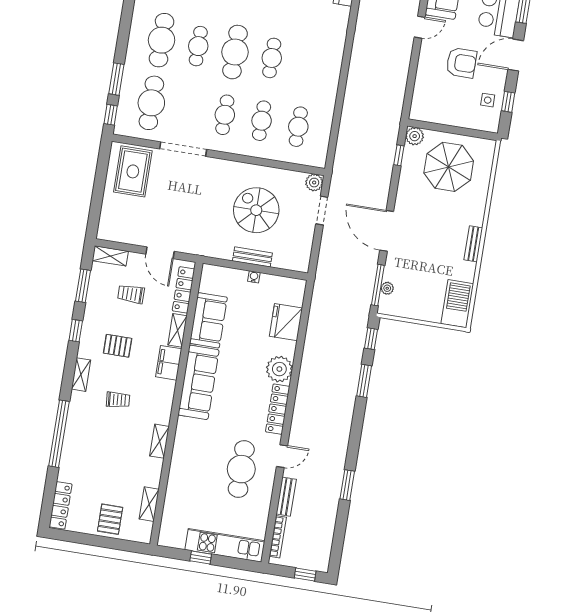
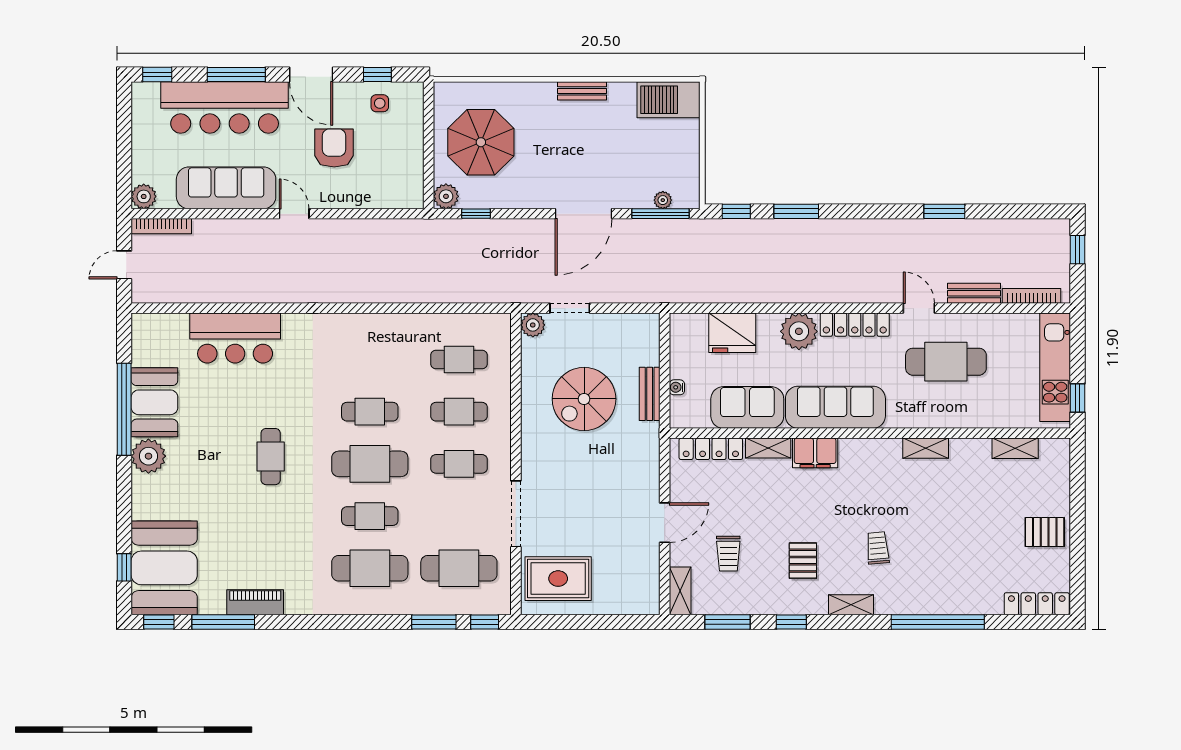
locker: (183, 290) -> (711, 449), moved
sofa: (208, 320) -> (747, 407), moved
shelving: (177, 330) -> (768, 448), moved
filing cabinet: (169, 363) -> (815, 453), moved
sofa: (199, 382) -> (835, 407), moved
wall: (176, 404) -> (870, 433), moved
shelving: (159, 441) -> (926, 448), moved
shelving: (149, 504) -> (1015, 448), moved

